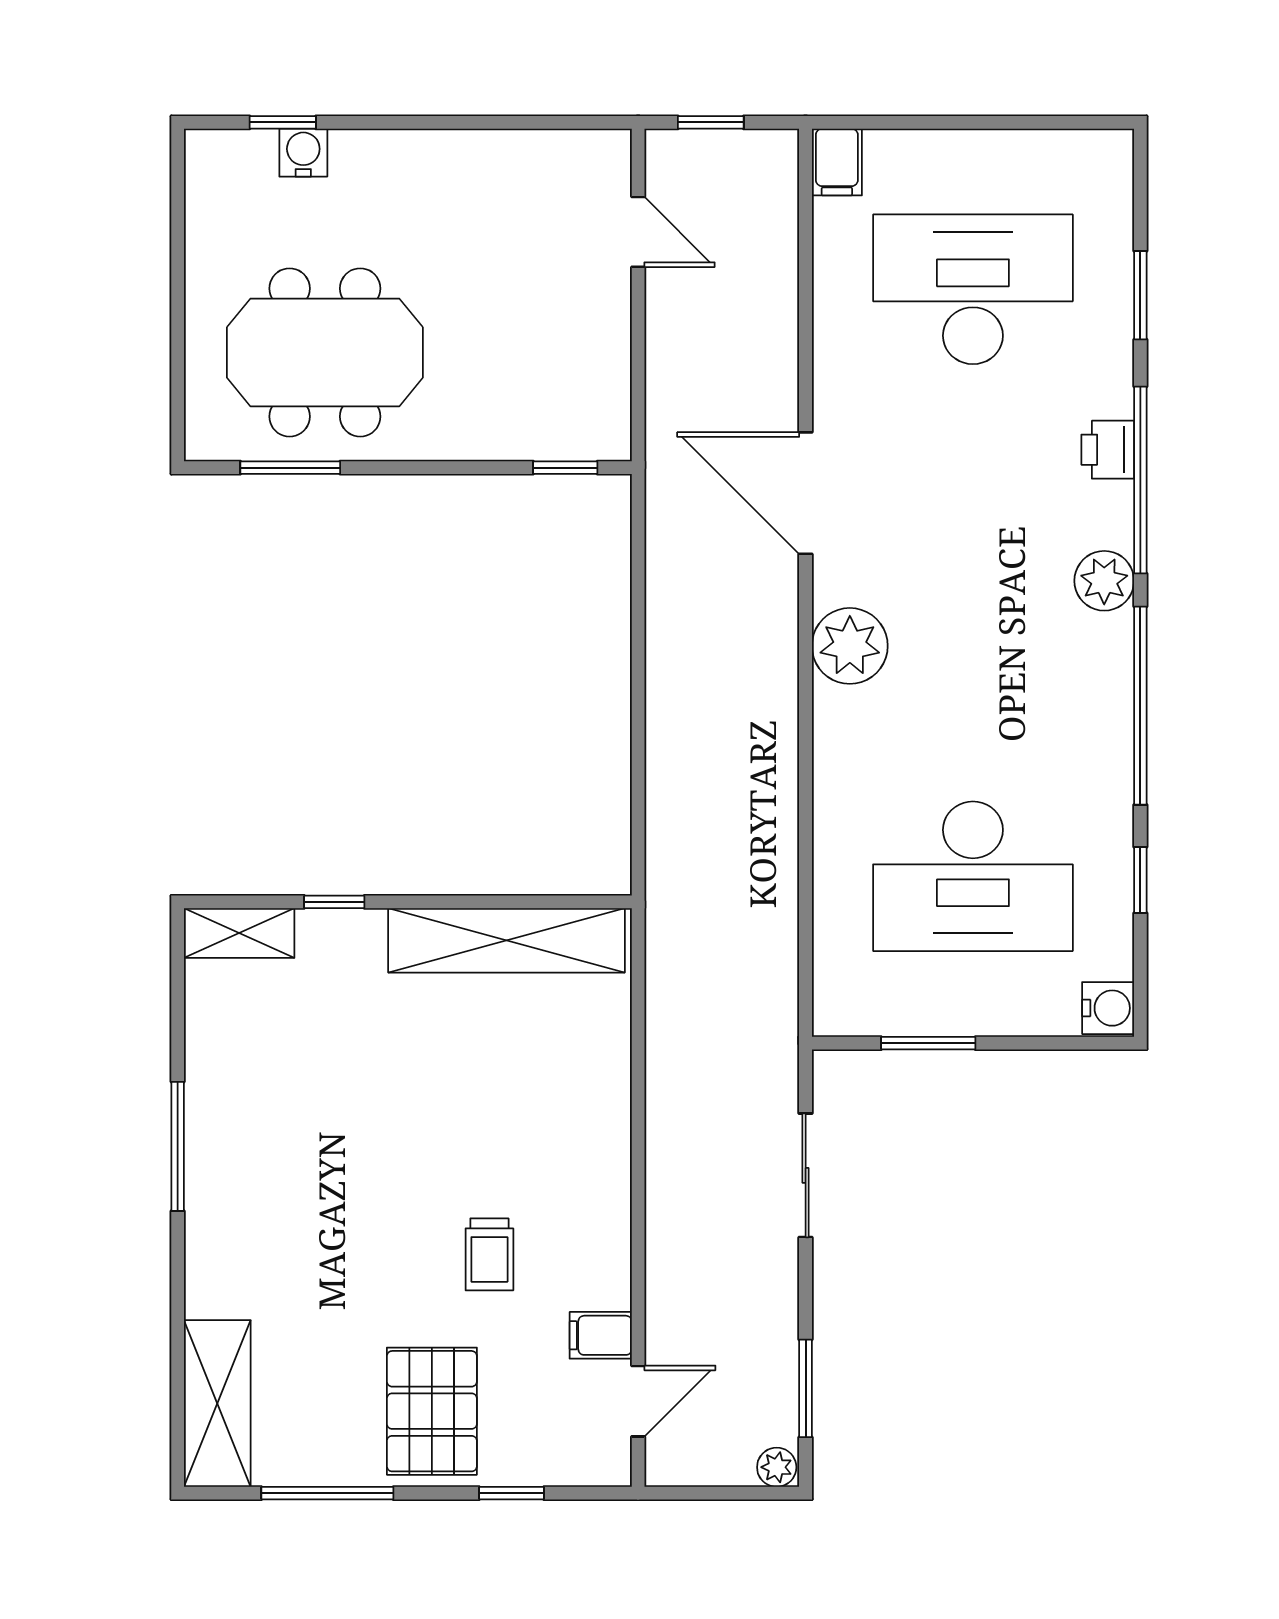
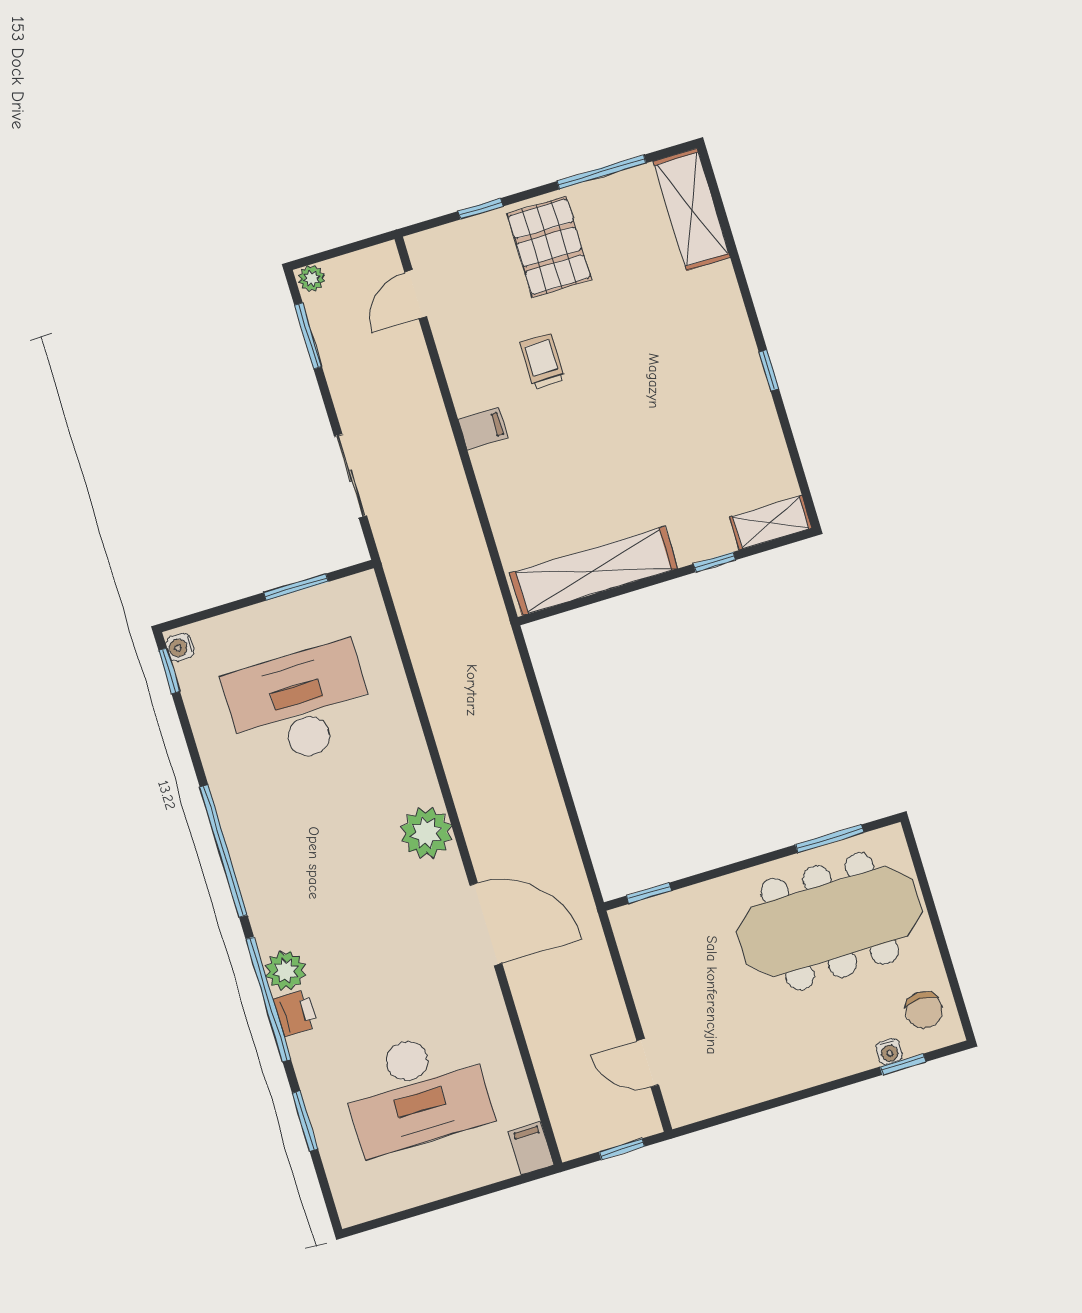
water cooler: (303, 153) -> (889, 1051), width x0.72, depth x0.72
chair: (231, 189) -> (924, 1010), added
meeting table: (325, 352) -> (830, 921), width x1.36
plant: (1104, 581) -> (286, 971), moved
window: (1140, 880) -> (169, 671), moved
water cooler: (1108, 1008) -> (180, 647), width x0.72, depth x0.72
window: (178, 1146) -> (769, 370), width x0.46
filing cabinet: (601, 1335) -> (483, 428), moved

